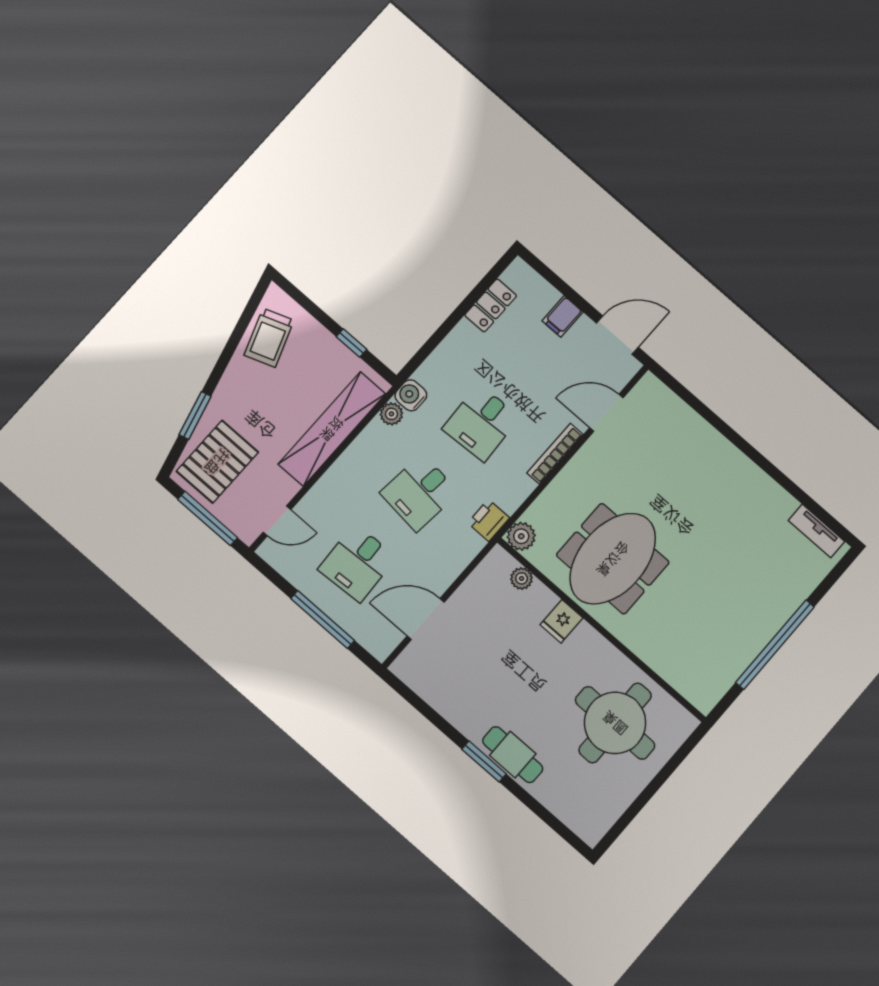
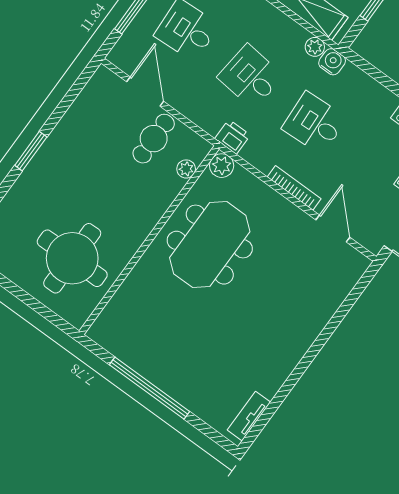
meeting table: (613, 559) -> (210, 245), turned 90
fridge: (561, 621) -> (153, 206), removed
cafe table: (513, 755) -> (154, 139), moved

